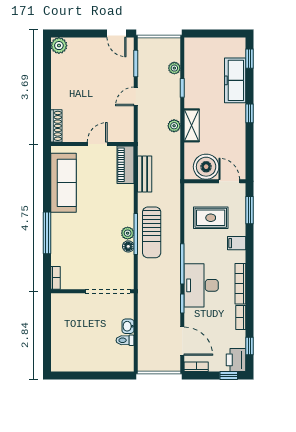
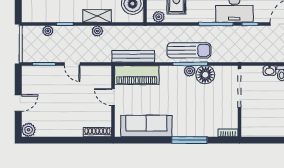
door: (116, 34) -> (18, 103), moved
piano: (126, 165) -> (137, 75), width x1.37, depth x1.33
bench: (145, 174) -> (133, 56), width x1.36
plant: (191, 197) -> (159, 17), added
floor lamp: (128, 246) -> (205, 75), width x1.89, depth x1.89

